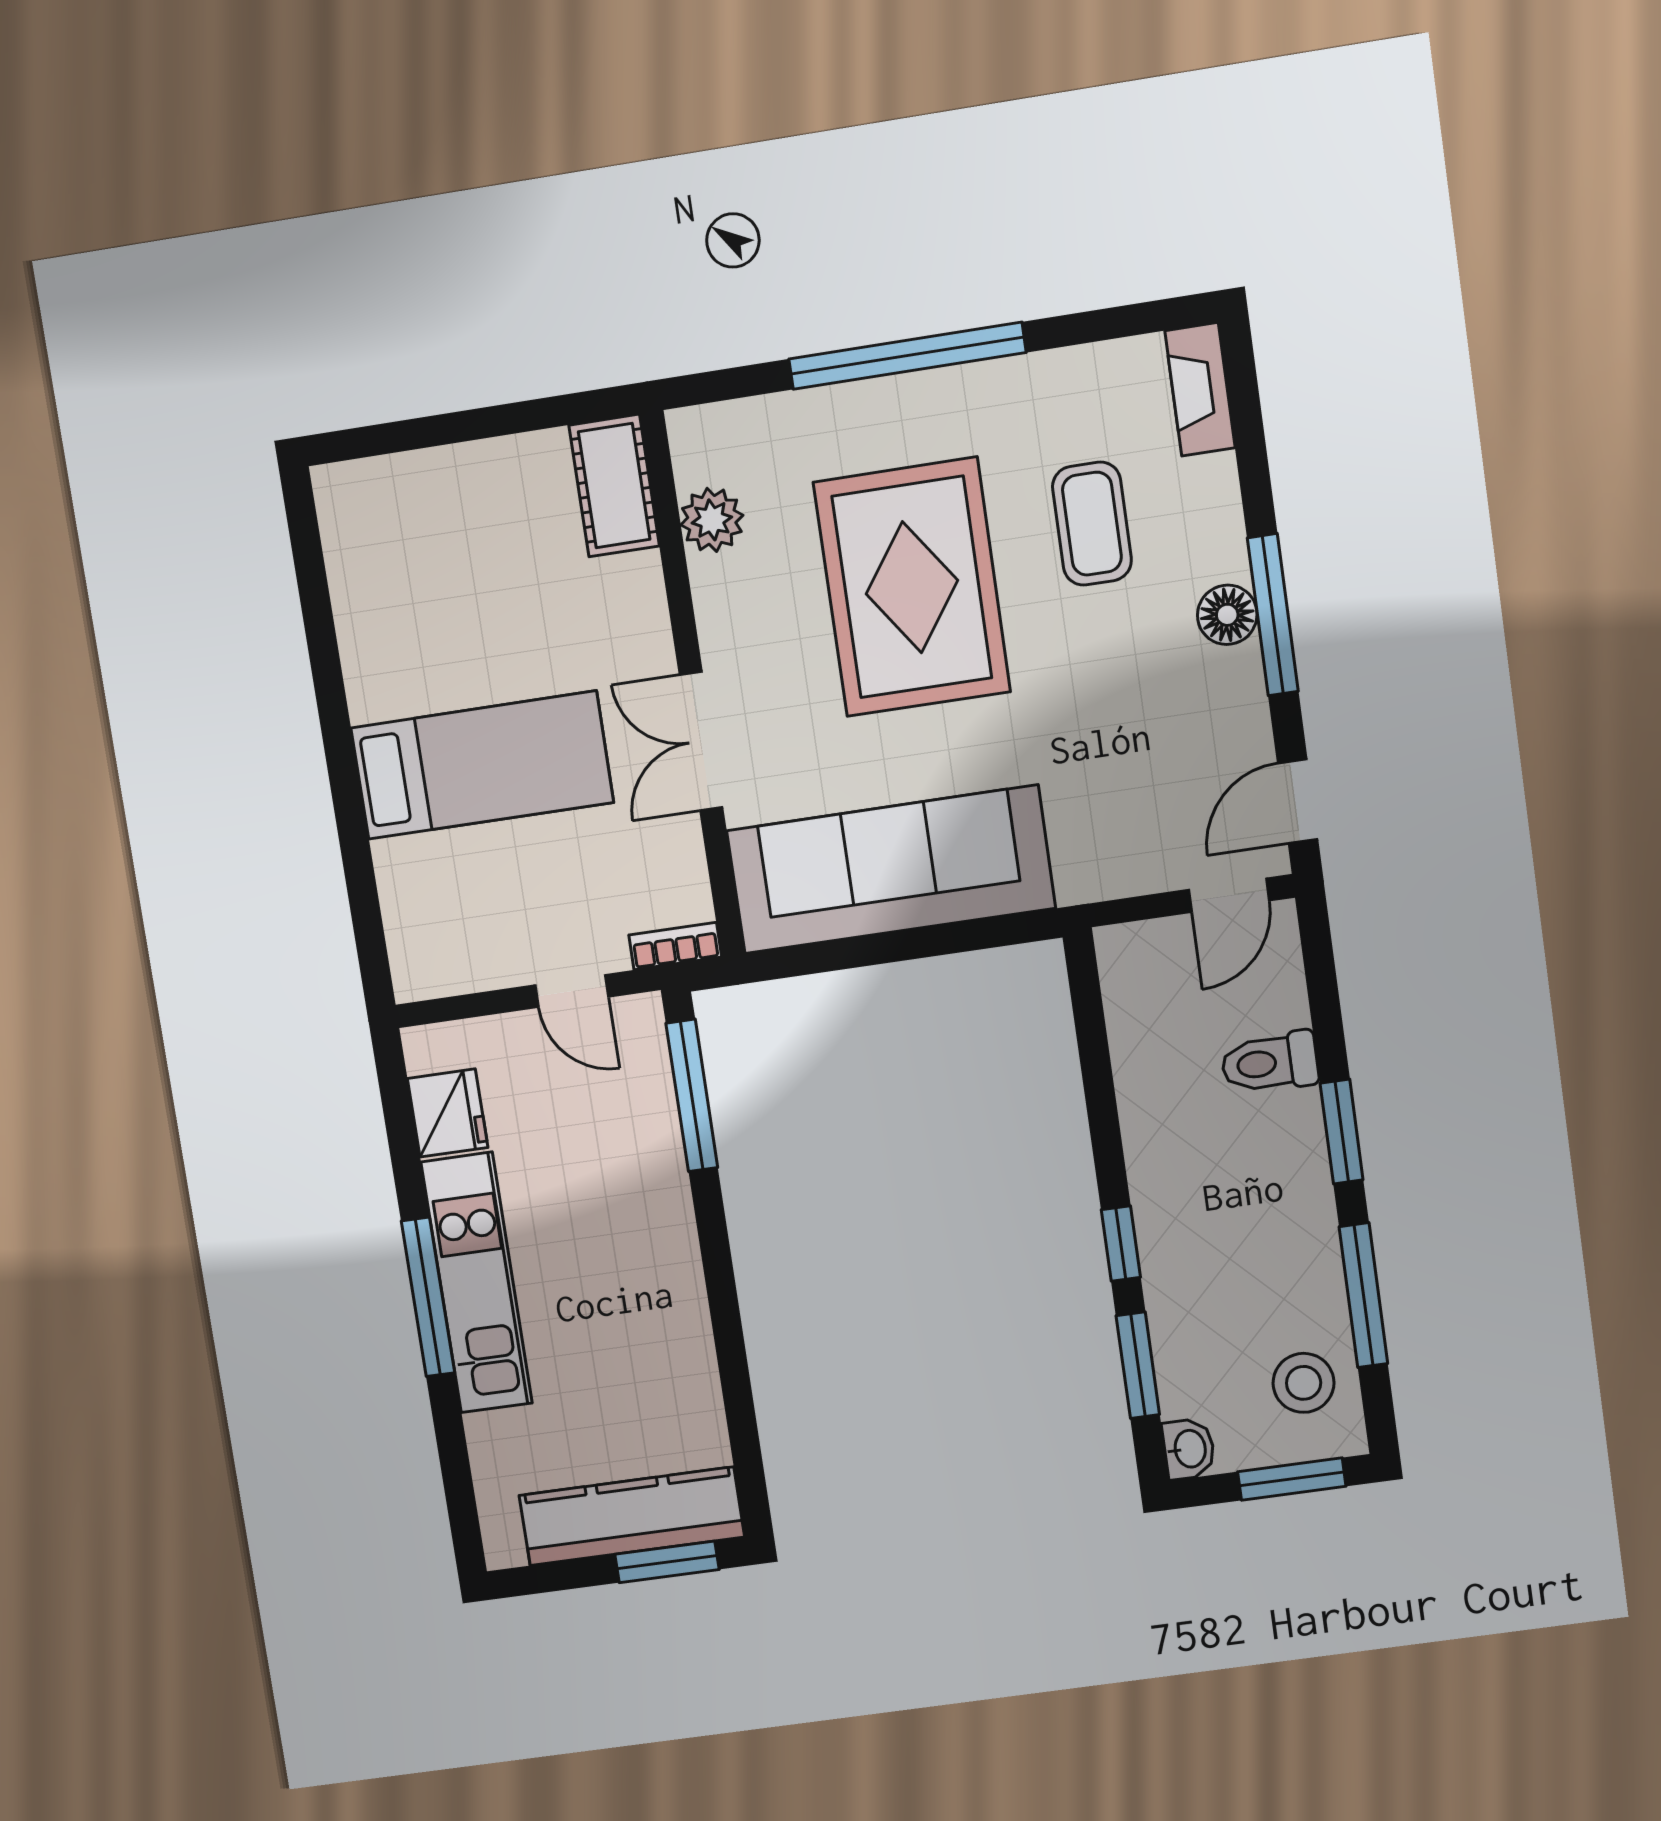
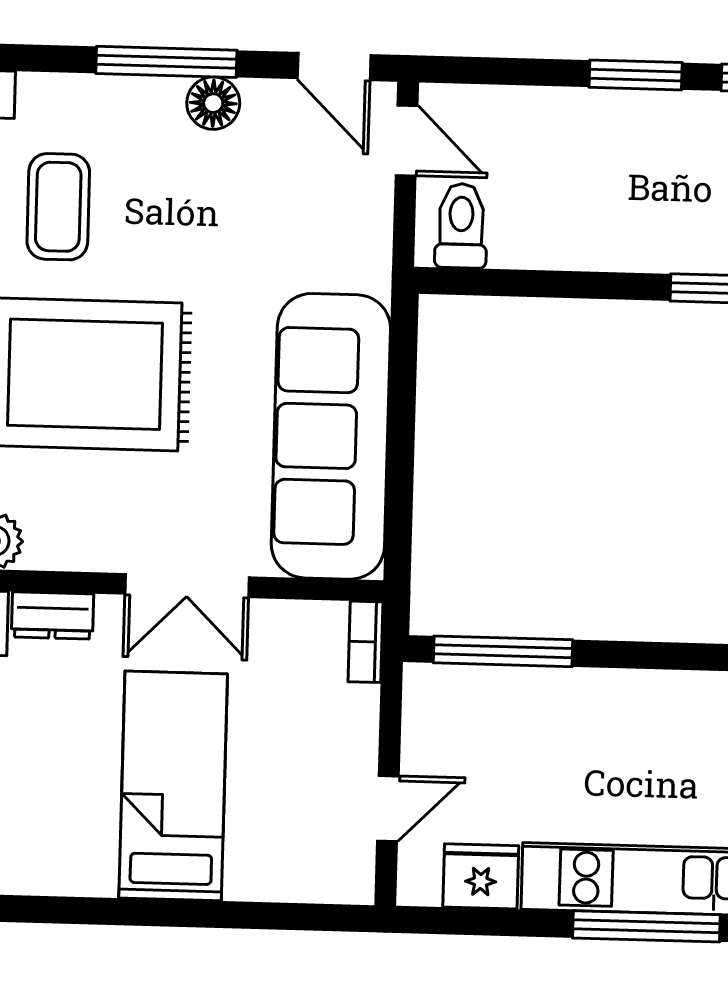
coffee table: (1092, 524) -> (58, 207), turned 90
dresser: (642, 600) -> (53, 615), added
floor lamp: (1227, 615) -> (213, 103), moved
door: (572, 991) -> (388, 808), moved
toilet: (1270, 1063) -> (461, 226), moved, turned 180

